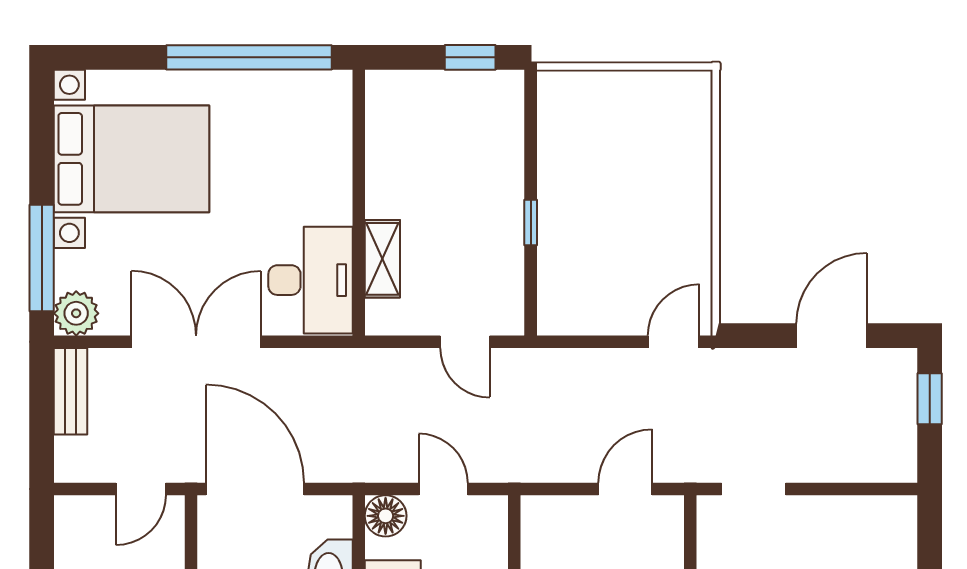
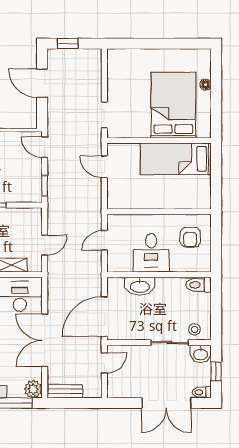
door: (465, 342) -> (45, 245), moved
window: (578, 342) -> (45, 186), added
door: (141, 489) -> (104, 363), hinge flipped
floor lamp: (386, 516) -> (115, 264), removed

